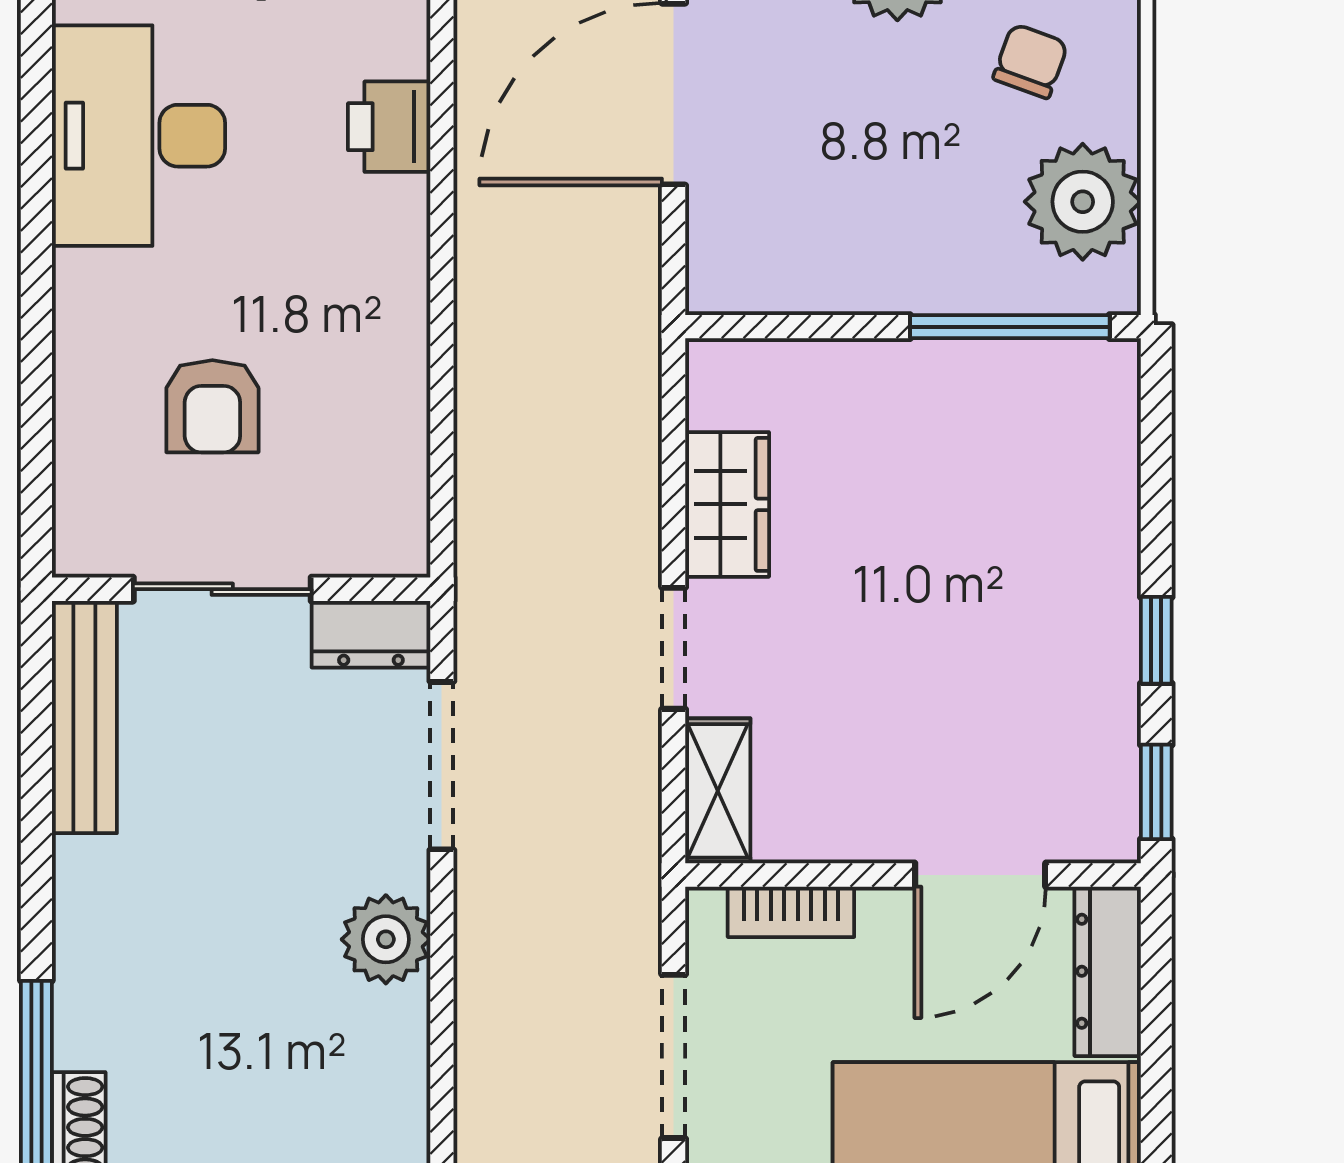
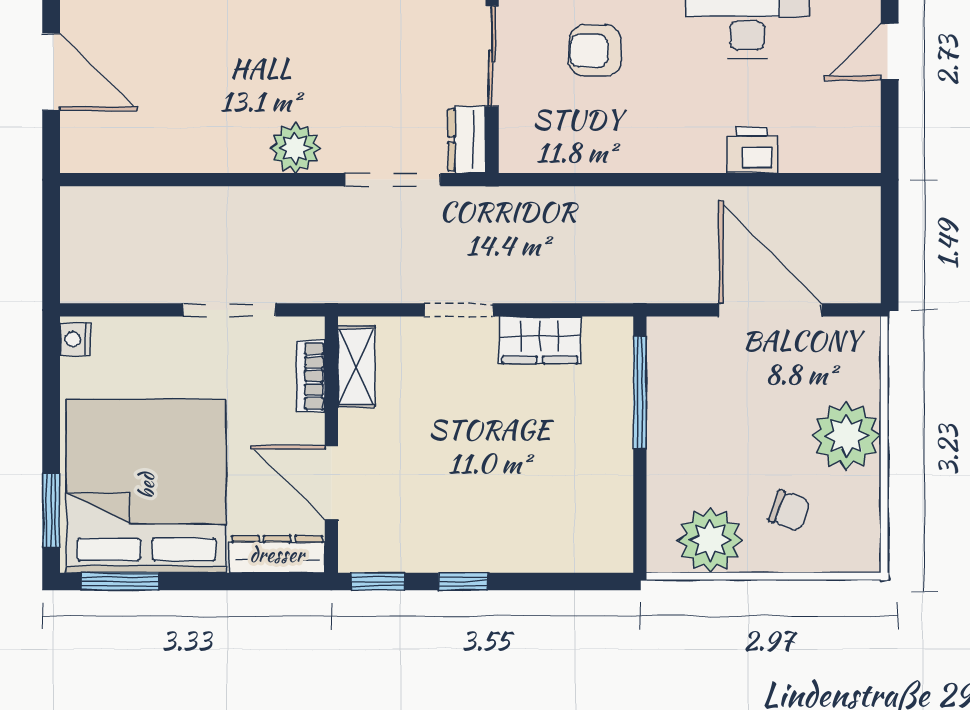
window: (1010, 327) -> (640, 392), moved
shelving: (718, 791) -> (356, 367), moved, turned 90

